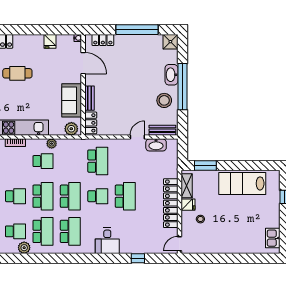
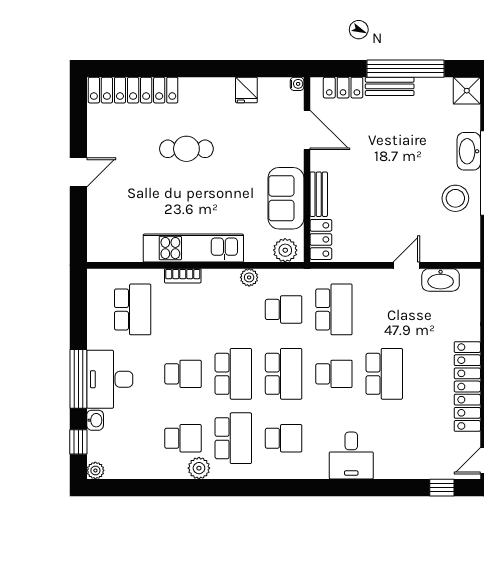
bench: (162, 130) -> (390, 86), moved
school desk: (43, 161) -> (284, 309), moved
school desk: (70, 231) -> (284, 438), width x0.54
window: (138, 258) -> (442, 488), moved

